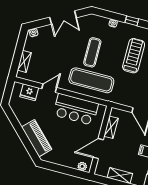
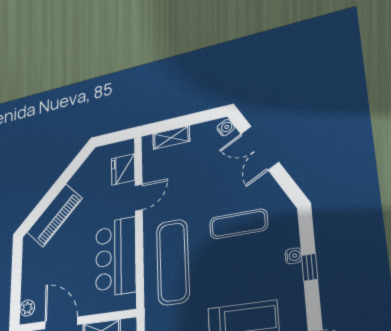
double door: (63, 17) -> (259, 148), moved
window: (132, 21) -> (310, 267), moved
exercise mat: (92, 52) -> (238, 224), moved
door: (49, 88) -> (139, 198), hinge flipped

